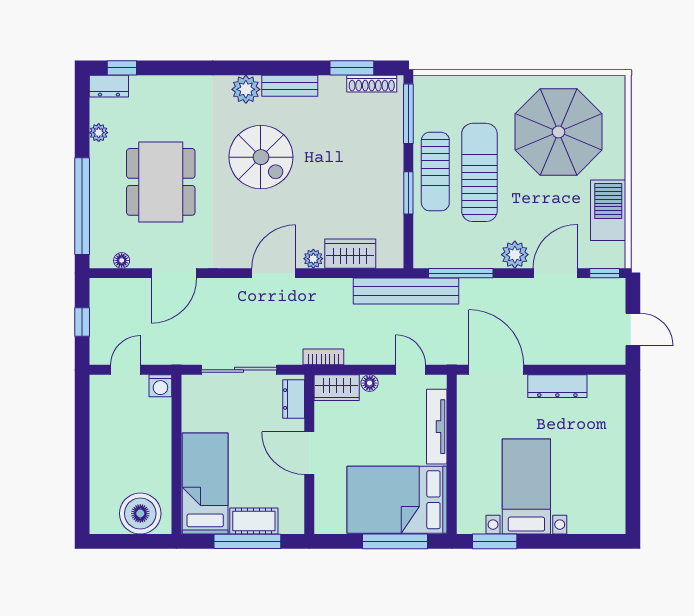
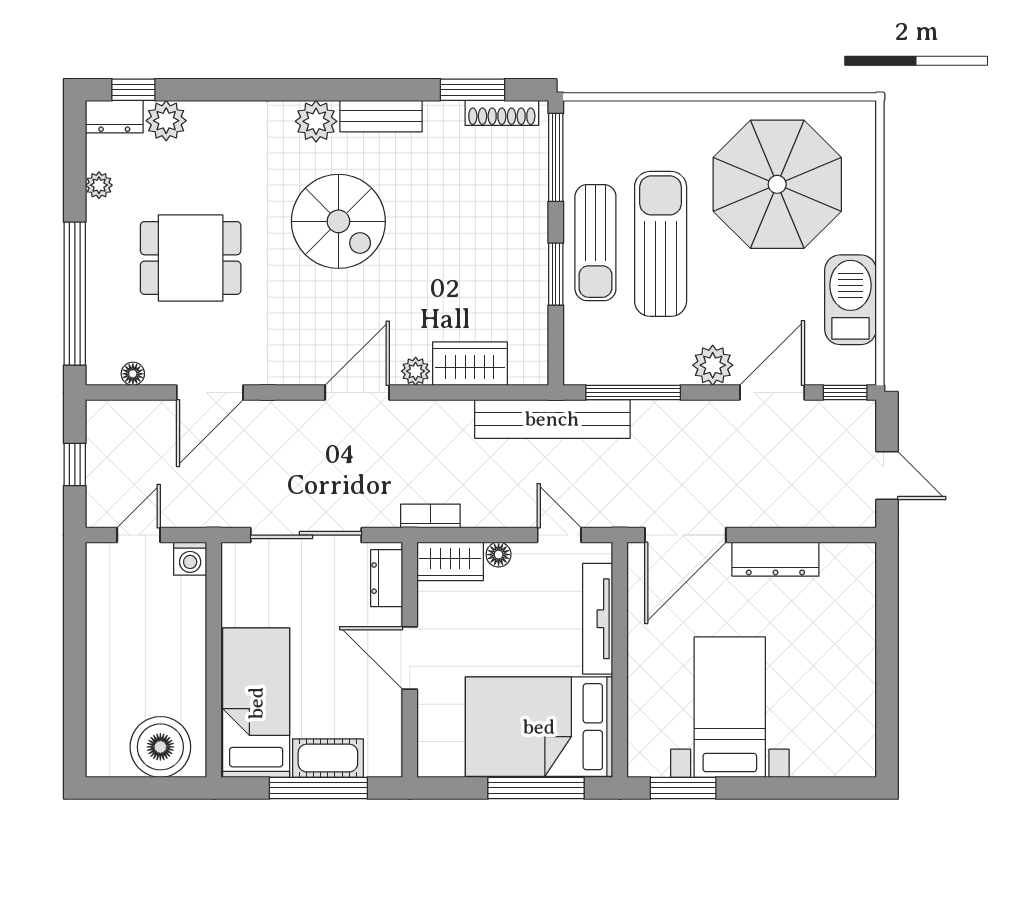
plant: (144, 89) -> (166, 121), added
dining table: (161, 182) -> (191, 258), width x0.73
door: (496, 370) -> (685, 535), swing flipped

